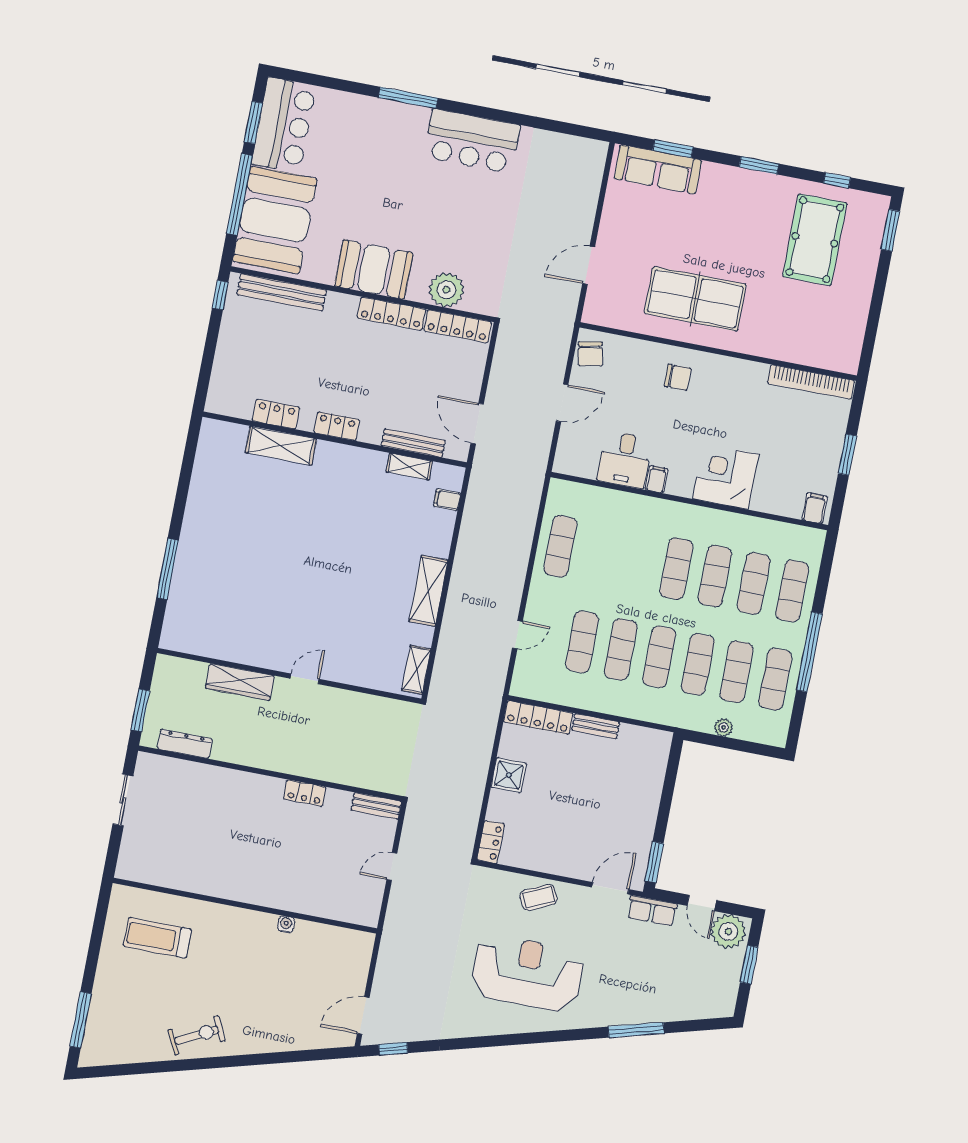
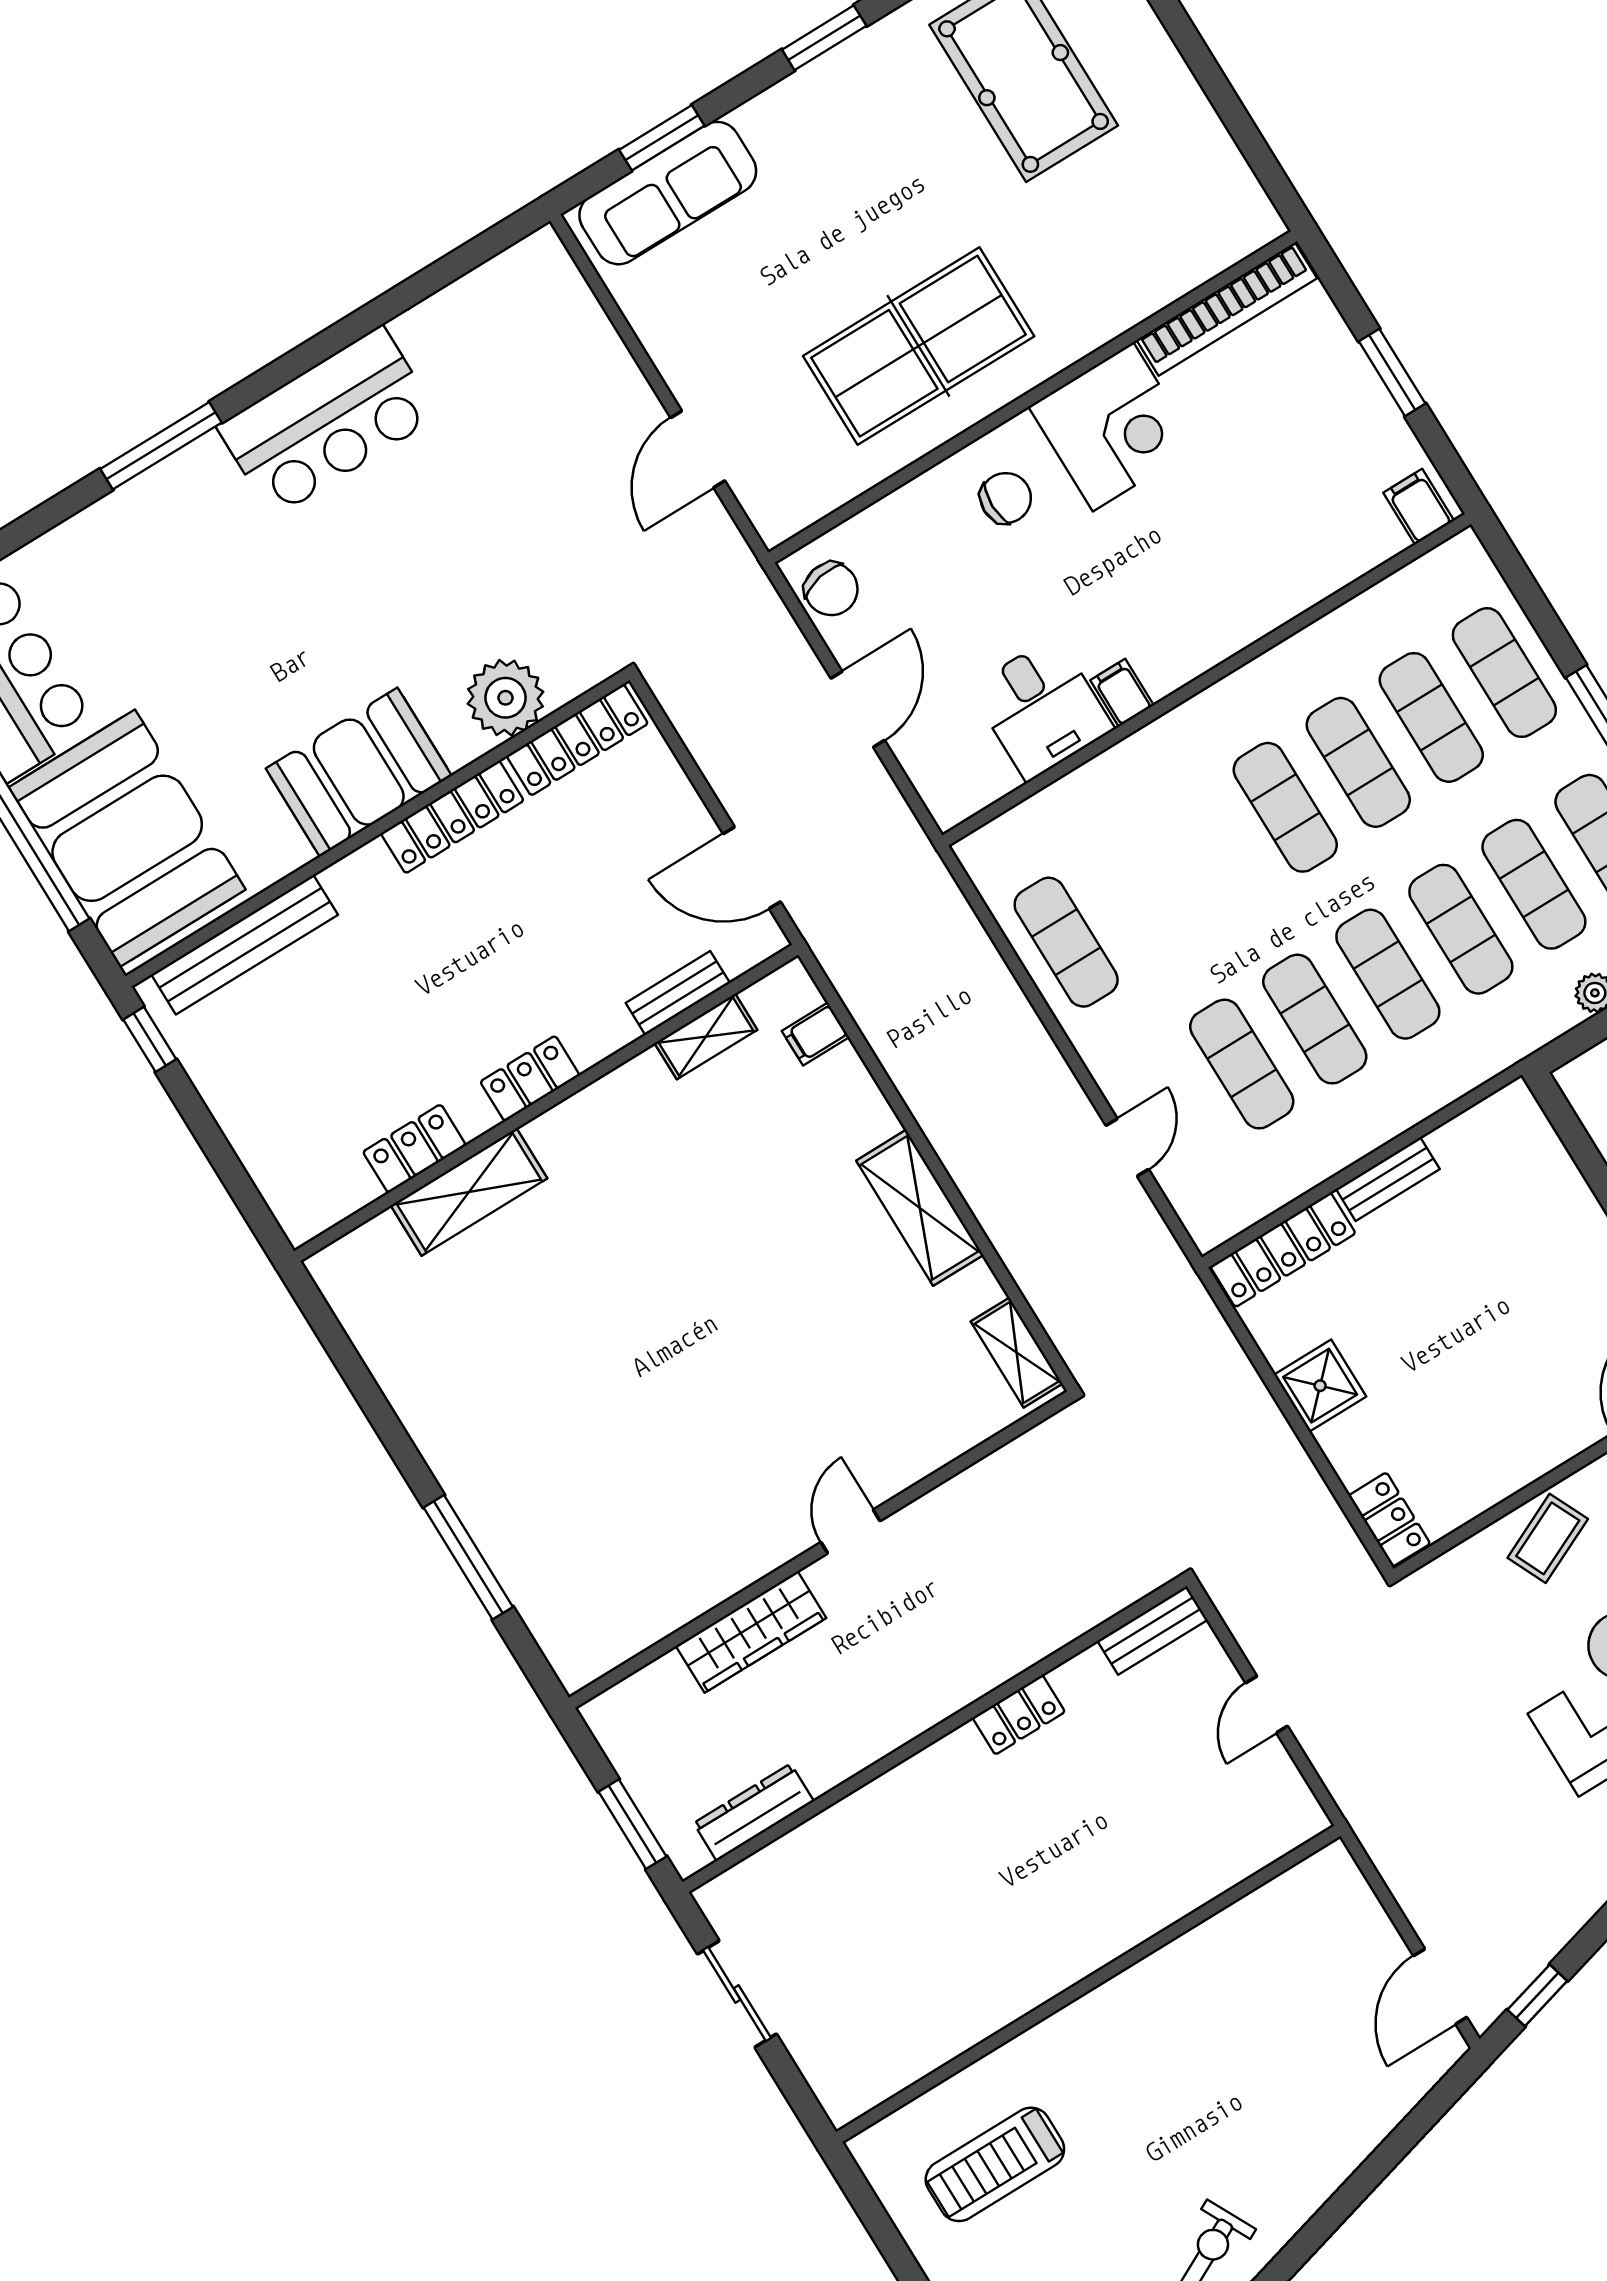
bench: (413, 443) -> (678, 993), width x0.73
corner desk: (726, 477) -> (1113, 427), moved, turned 180
water cooler: (286, 924) -> (1182, 1953), removed

